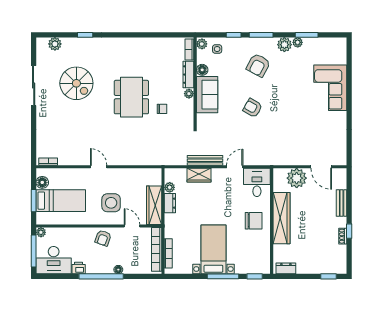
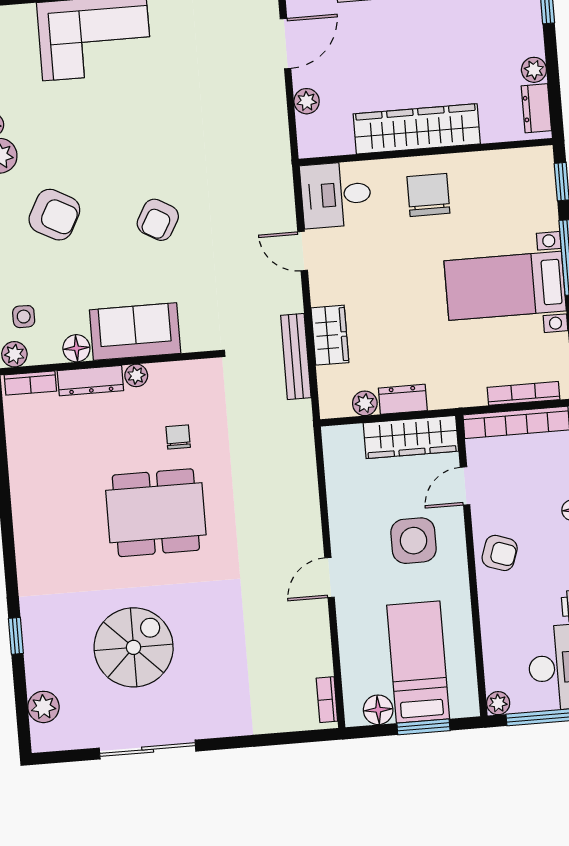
bench: (205, 160) -> (296, 356), moved
plant: (297, 178) -> (307, 101), width x0.53, depth x0.53
plant: (302, 269) -> (534, 70), added

